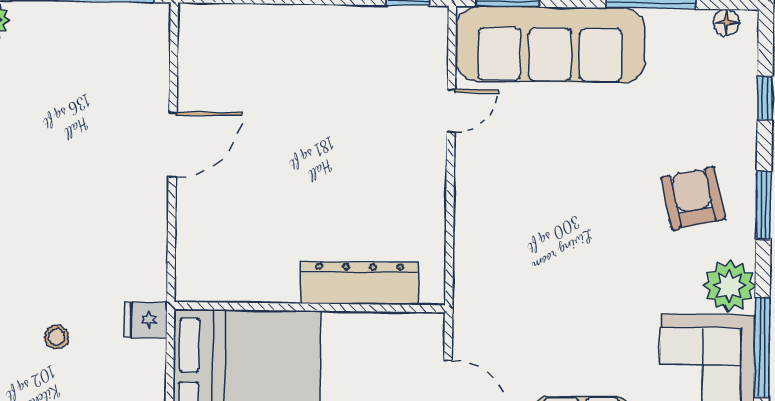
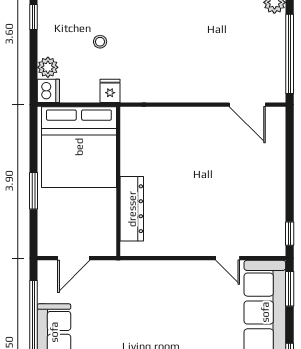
door: (173, 144) -> (247, 105), moved

